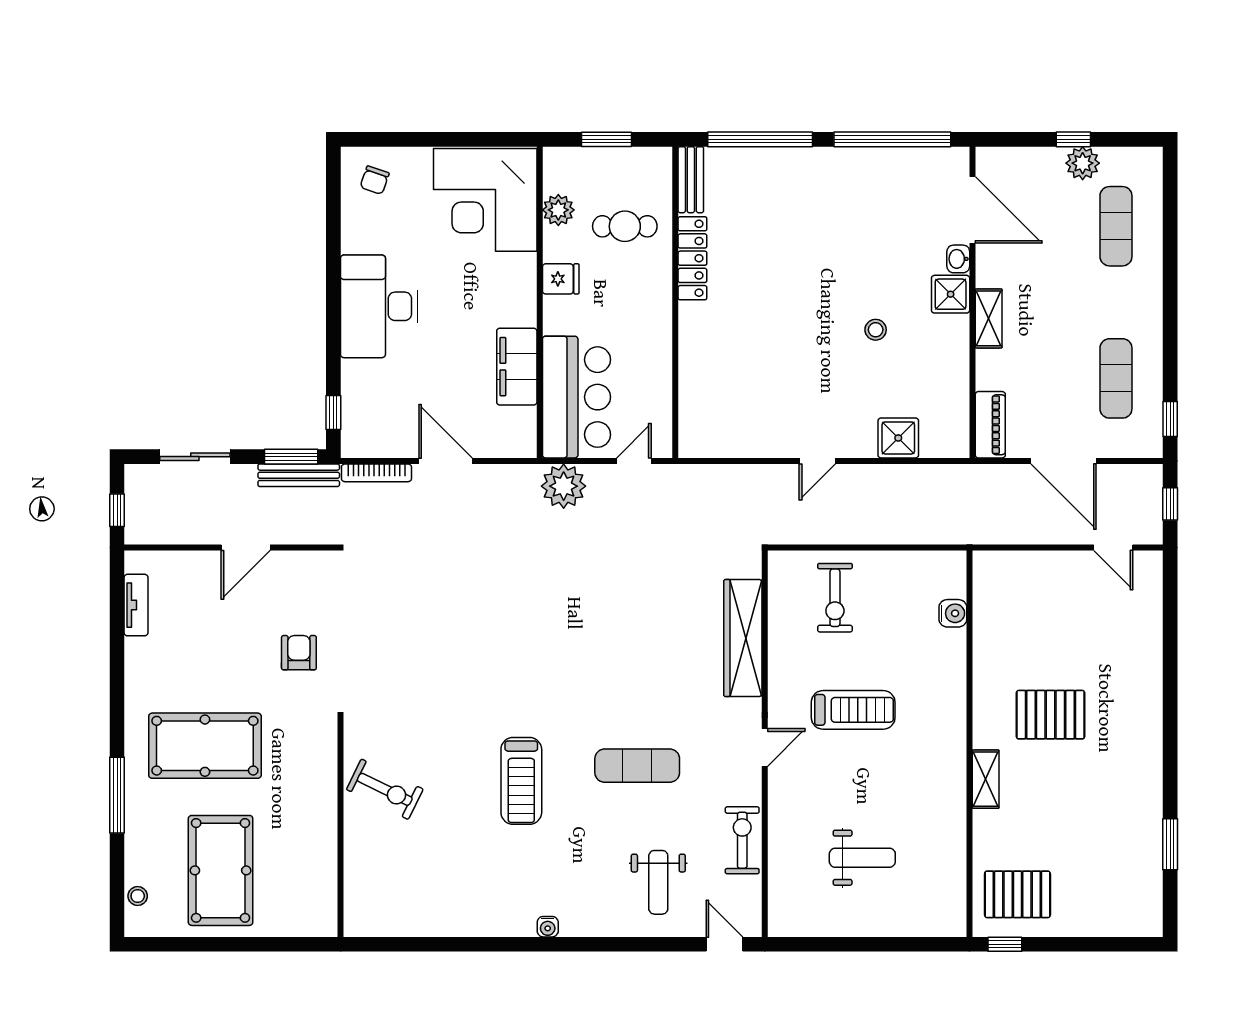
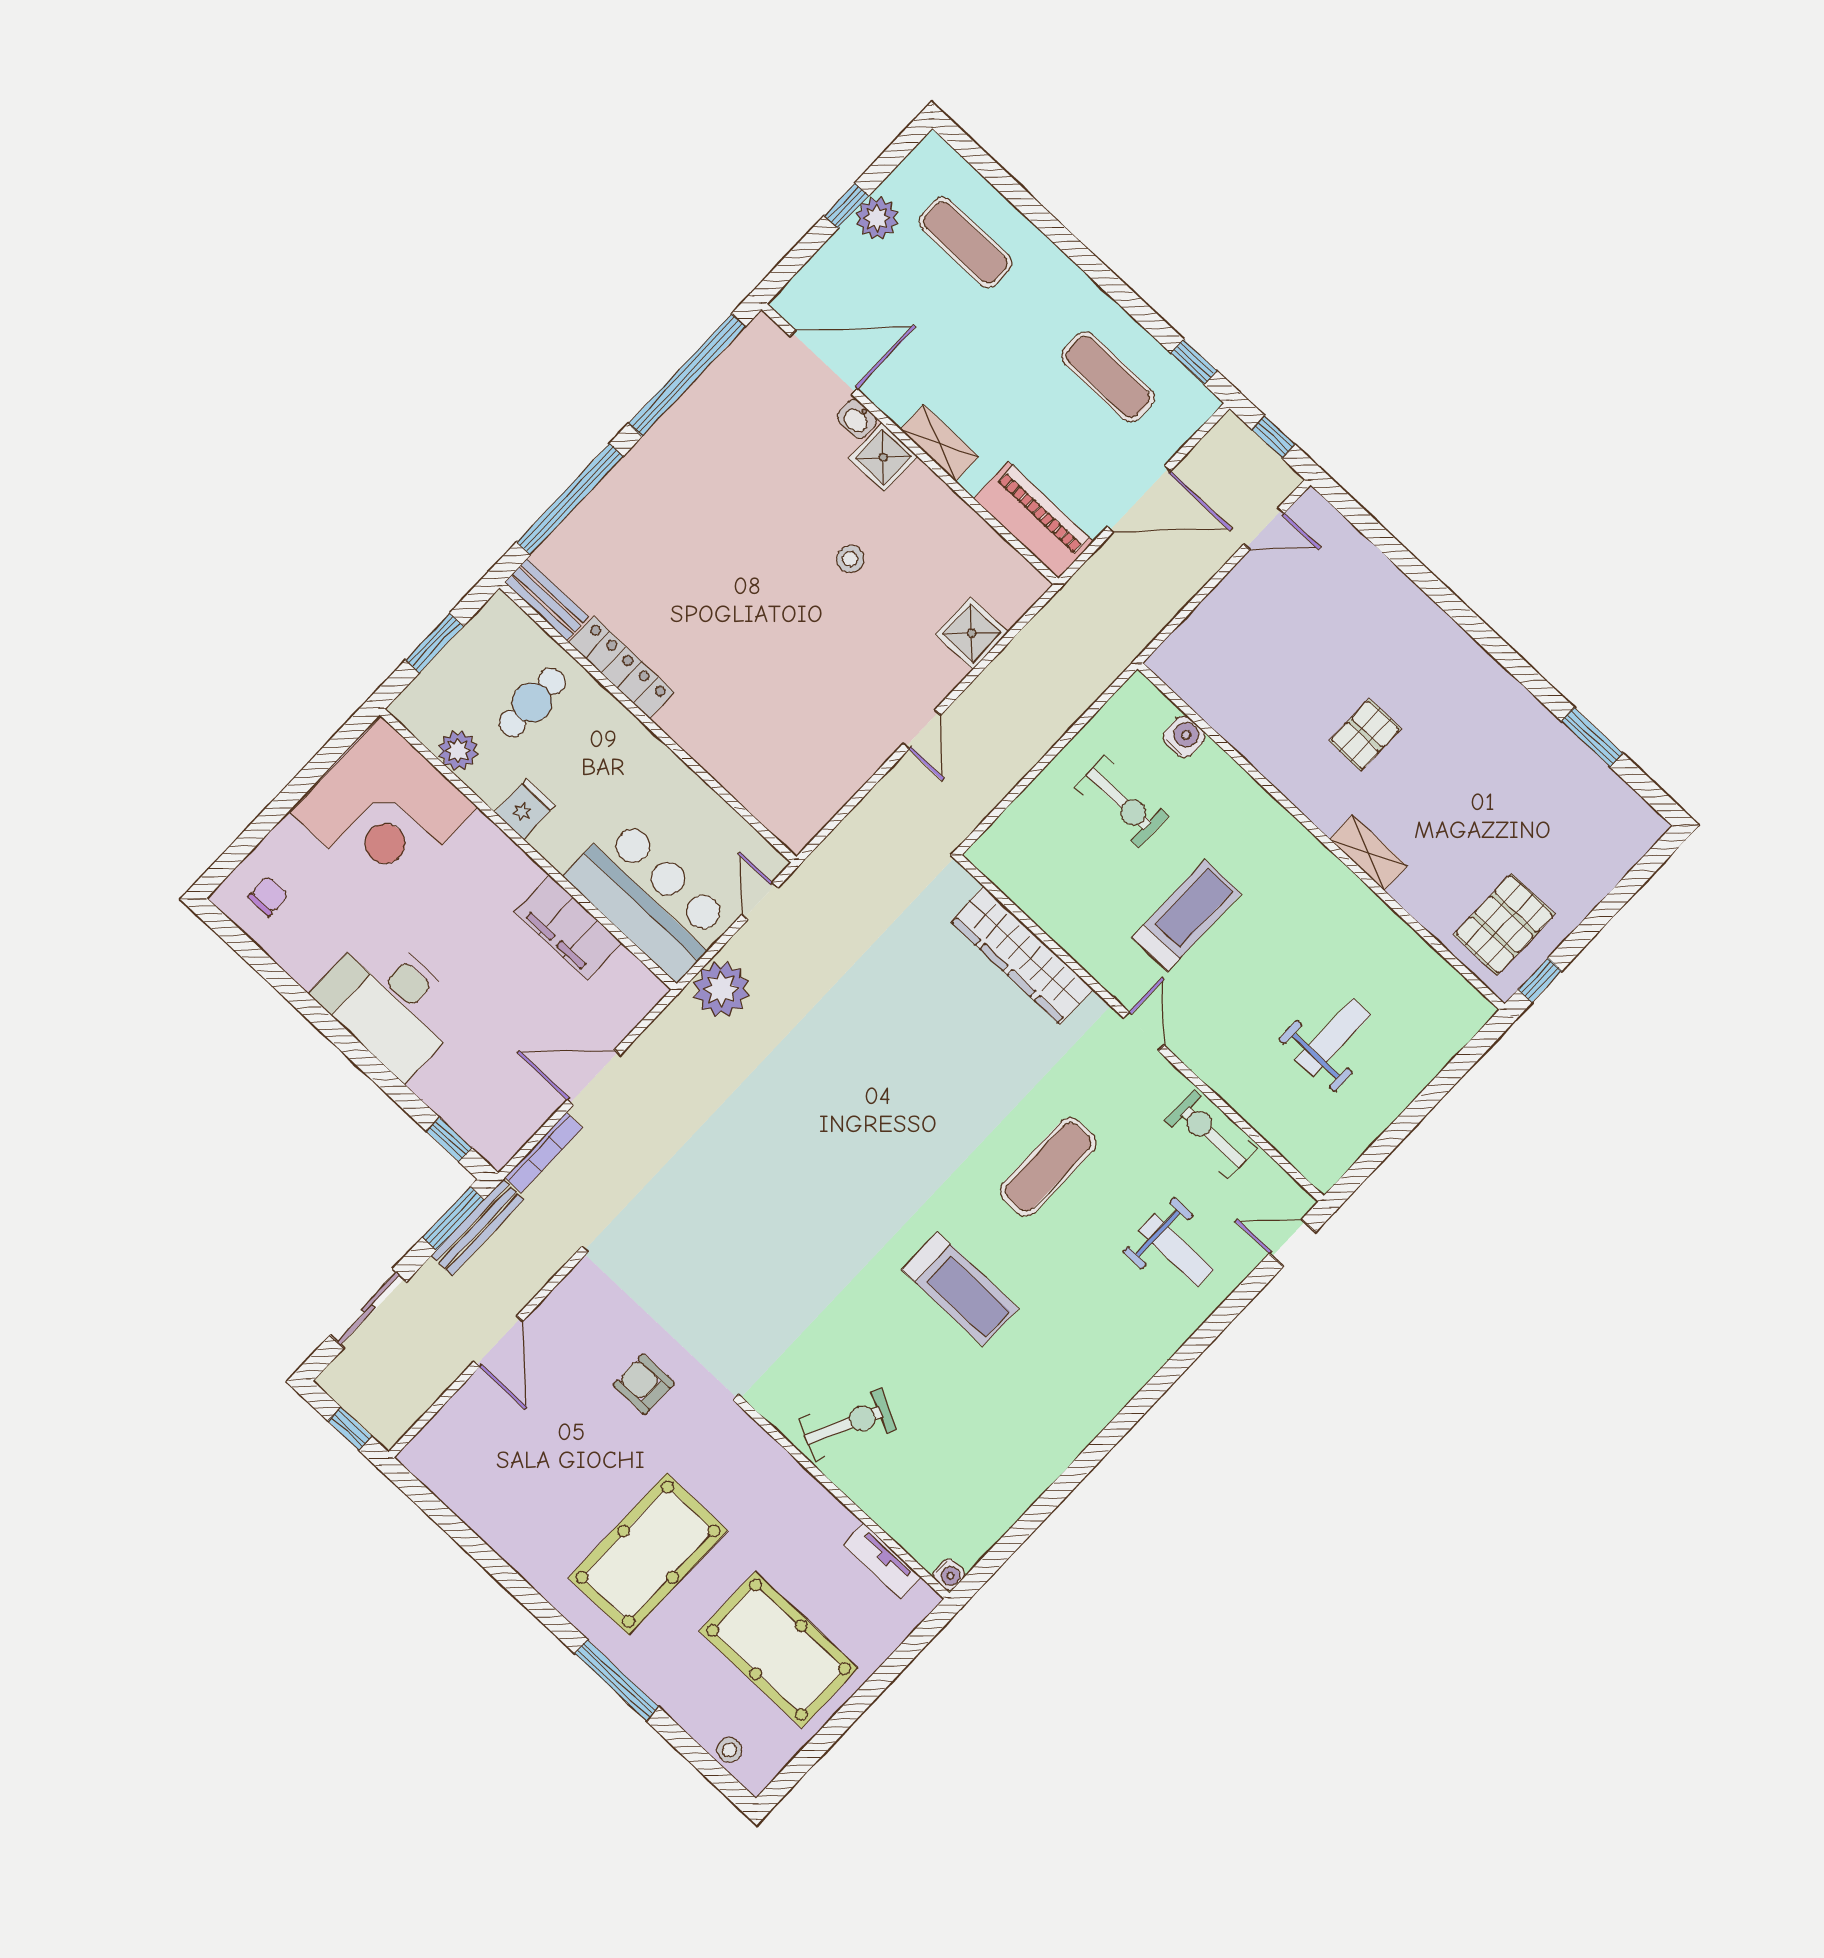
chair: (375, 180) -> (268, 896), turned -109
piano: (990, 425) -> (1033, 520), width x1.37, depth x1.33
exercise bike: (835, 598) -> (1122, 801), moved
tv unit: (136, 605) -> (882, 1561), moved, turned 180
pallet: (1051, 715) -> (1365, 735), width x0.67, depth x0.71
water cooler: (548, 927) -> (949, 1574), moved

